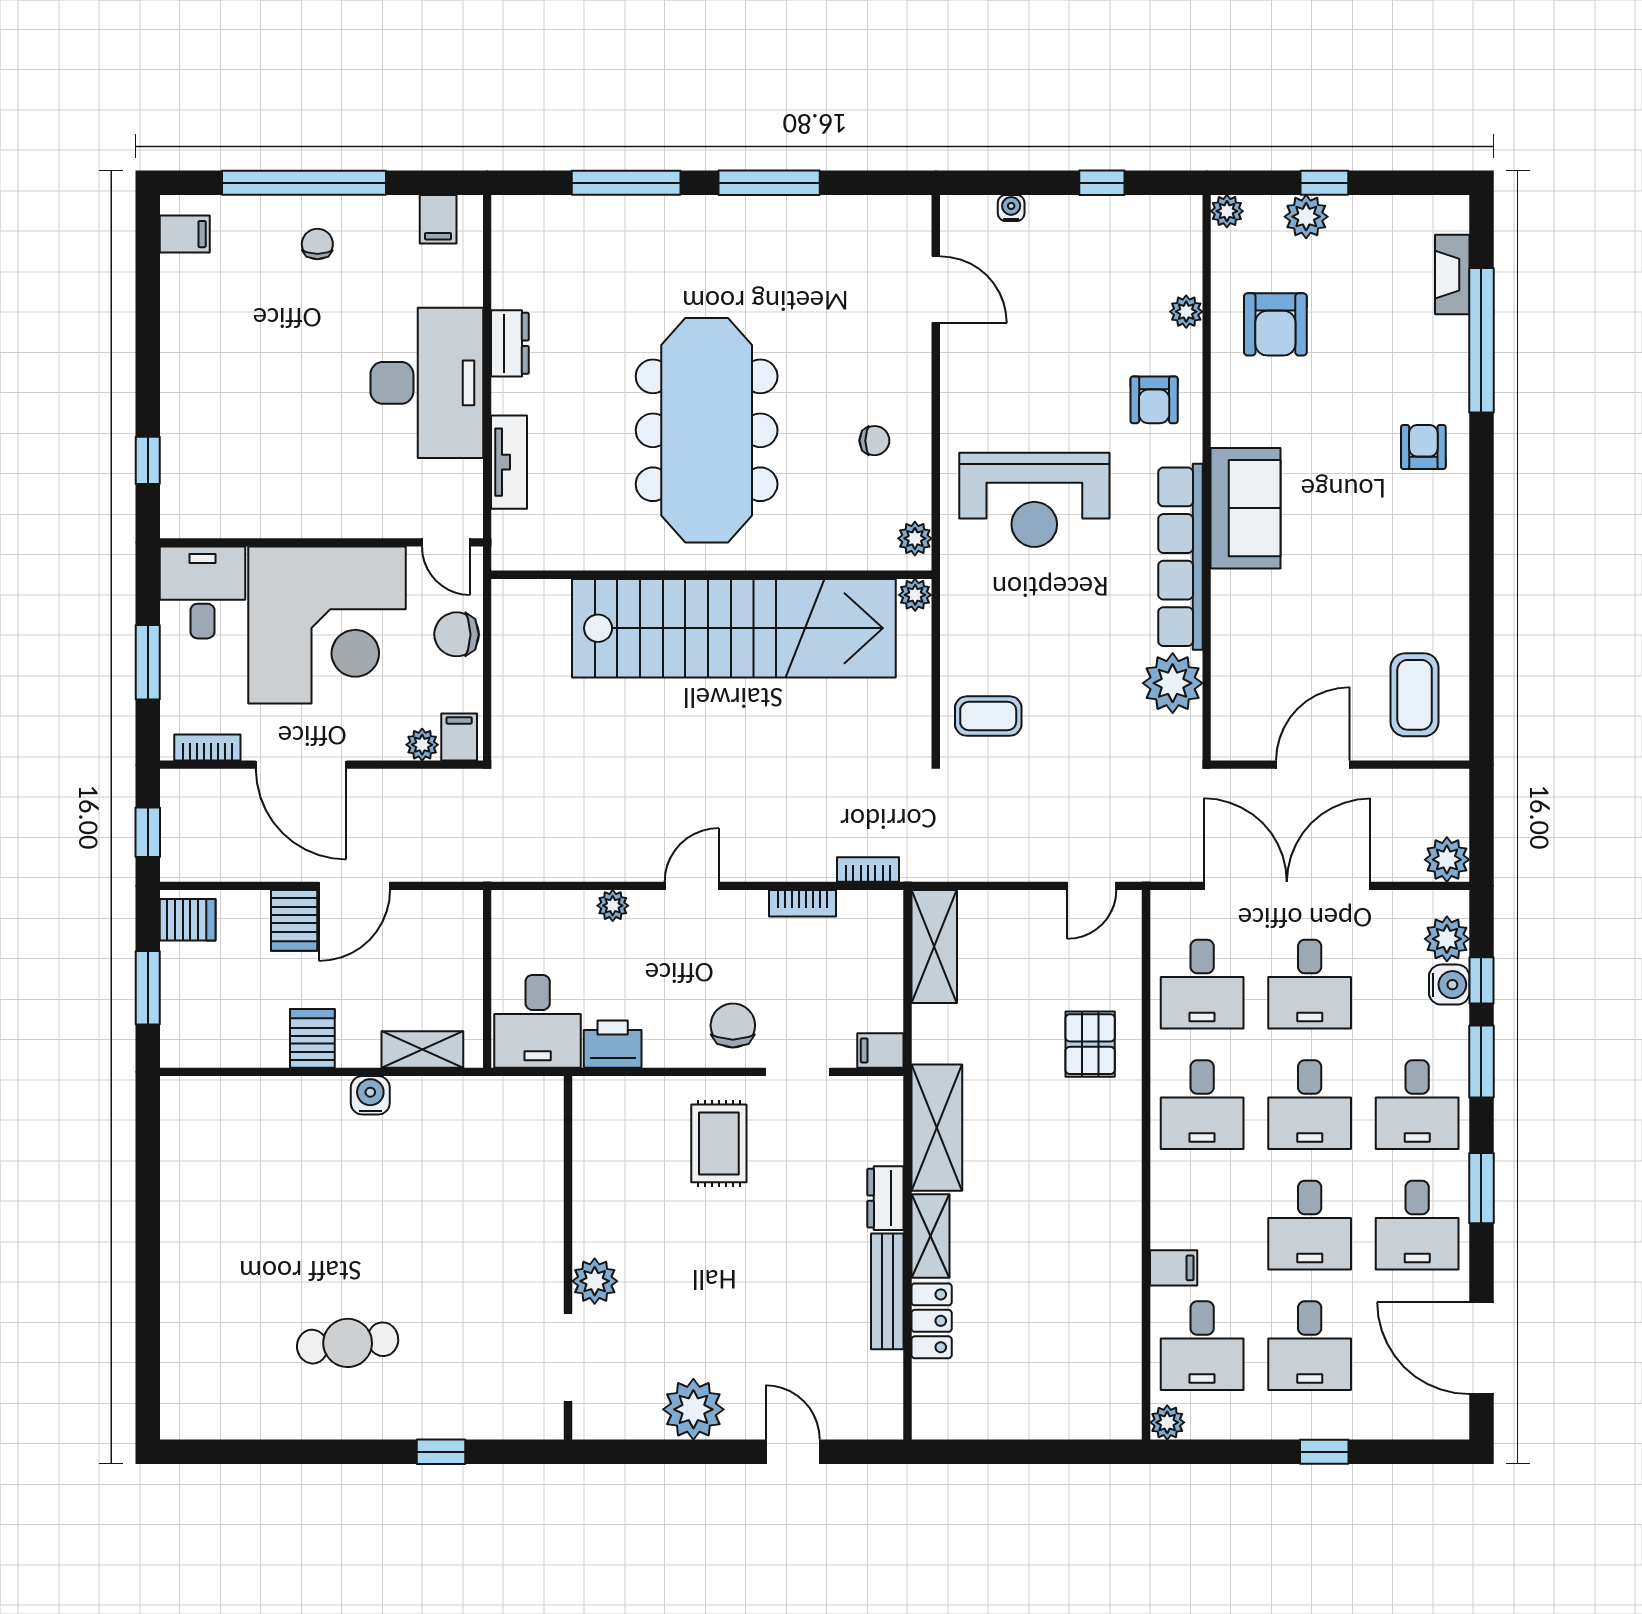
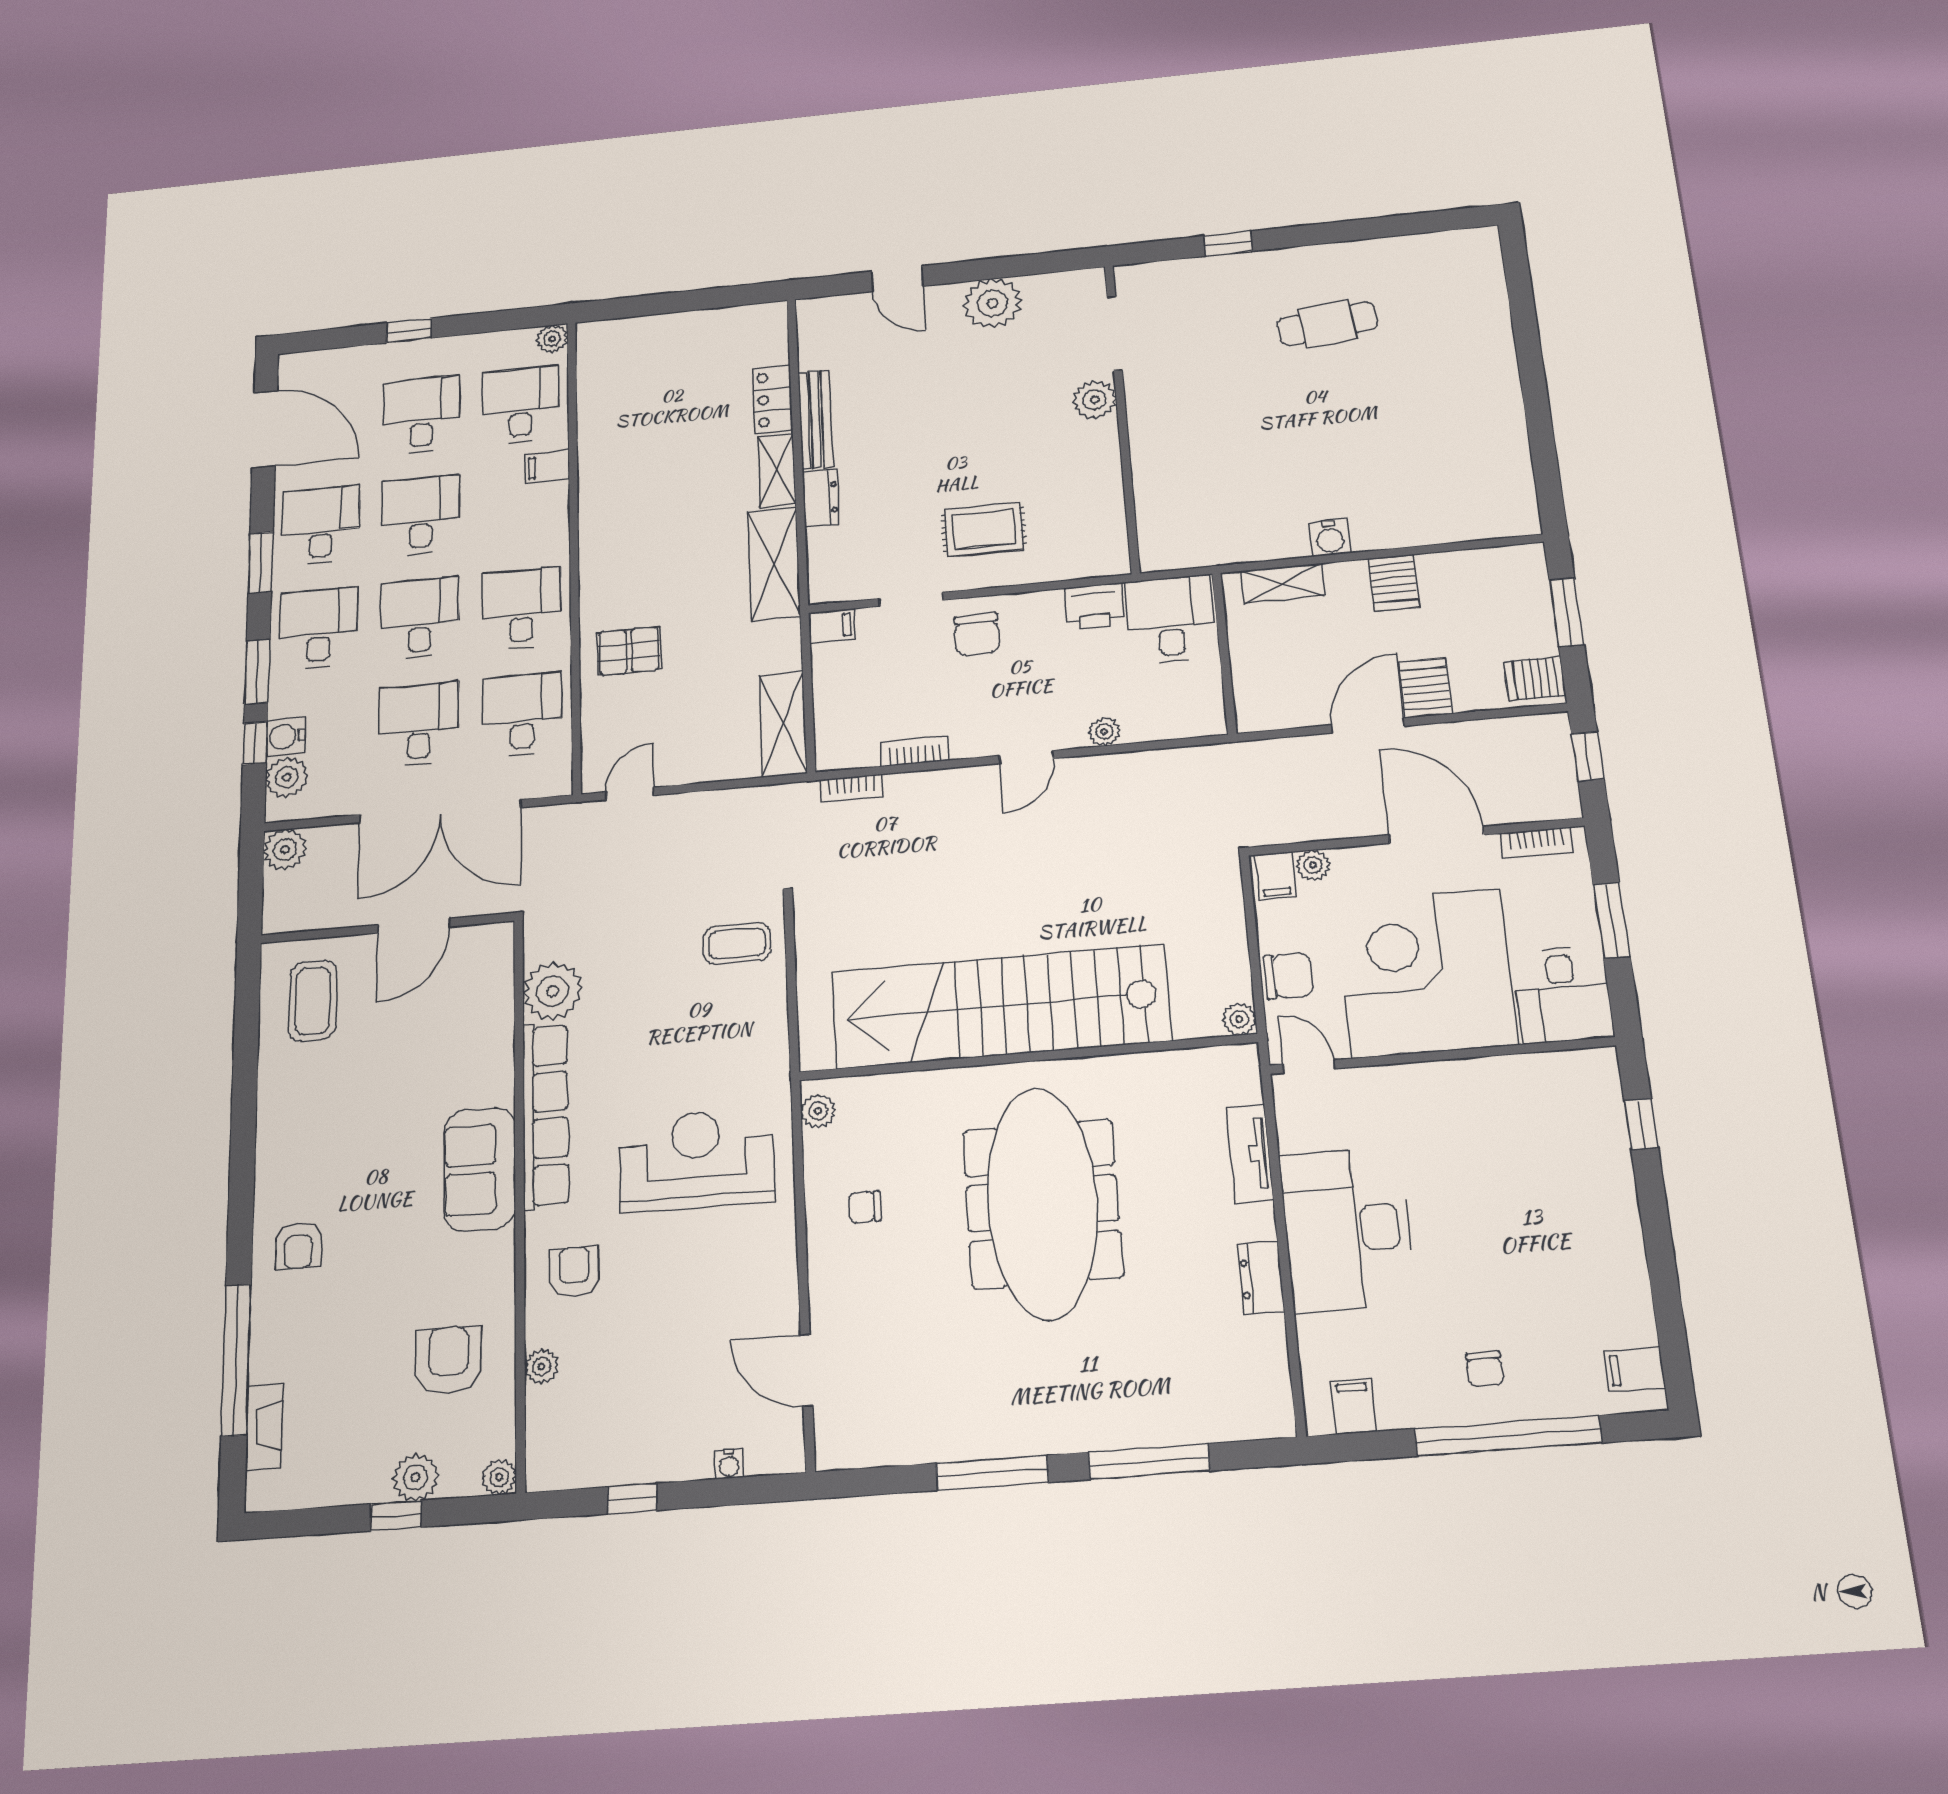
plant: (915, 595) -> (1239, 1019), moved
pallet: (1090, 1044) -> (629, 651), turned 90
rug: (719, 1143) -> (984, 529), turned 90

